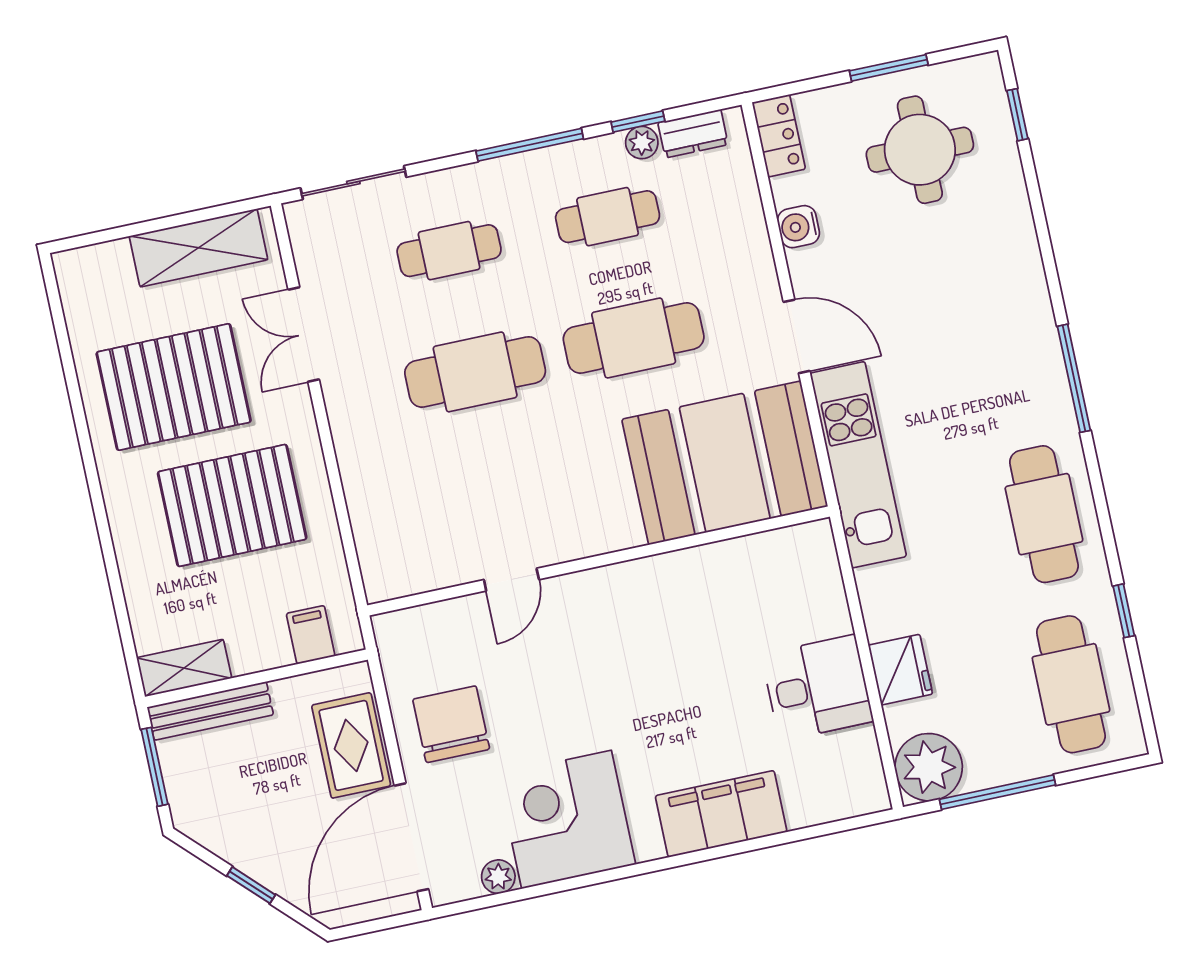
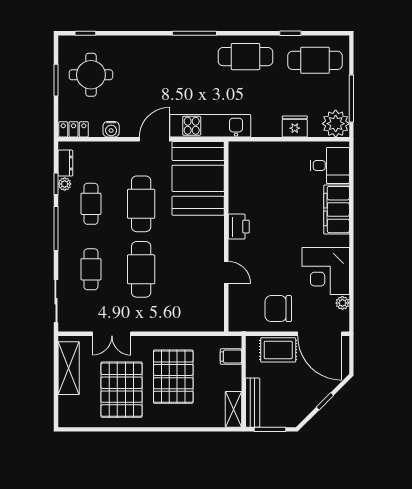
printer: (629, 586) -> (239, 227), added
desk: (817, 688) -> (330, 165), moved, turned 90

